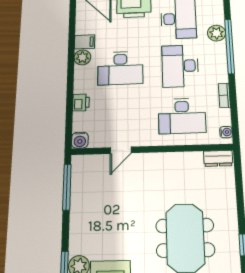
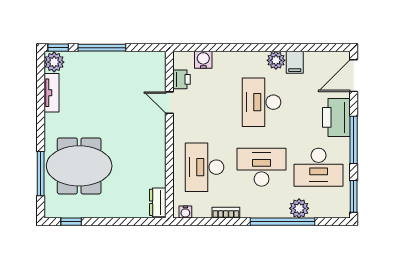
printer: (81, 102) -> (182, 79), moved, turned -90
water cooler: (80, 140) -> (203, 60), moved, turned 90
window: (67, 187) -> (102, 48), moved

